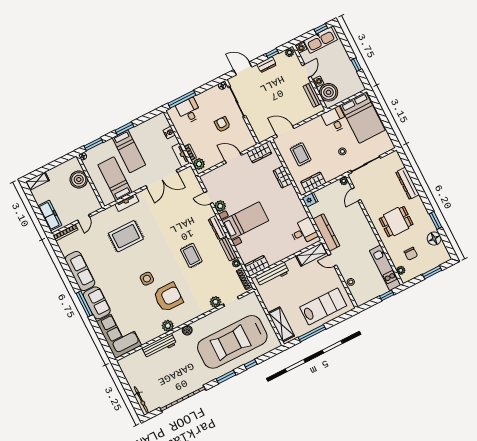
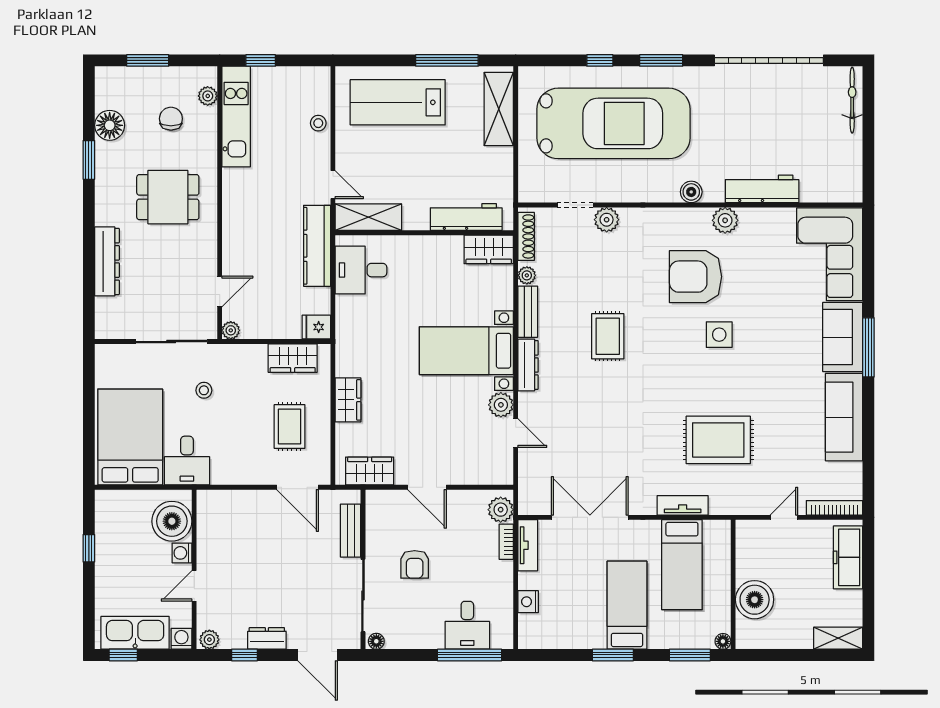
bench: (312, 95) -> (351, 531), moved

